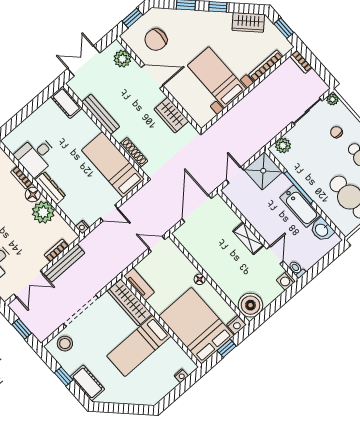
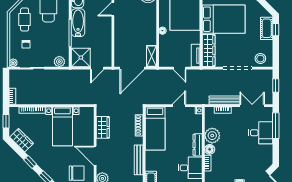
door: (109, 213) -> (179, 106), hinge flipped
shelving: (248, 238) -> (151, 56), moved
door: (157, 244) -> (180, 68), moved
bed: (139, 346) -> (224, 19), width x1.50
window: (64, 376) -> (276, 30), moved

